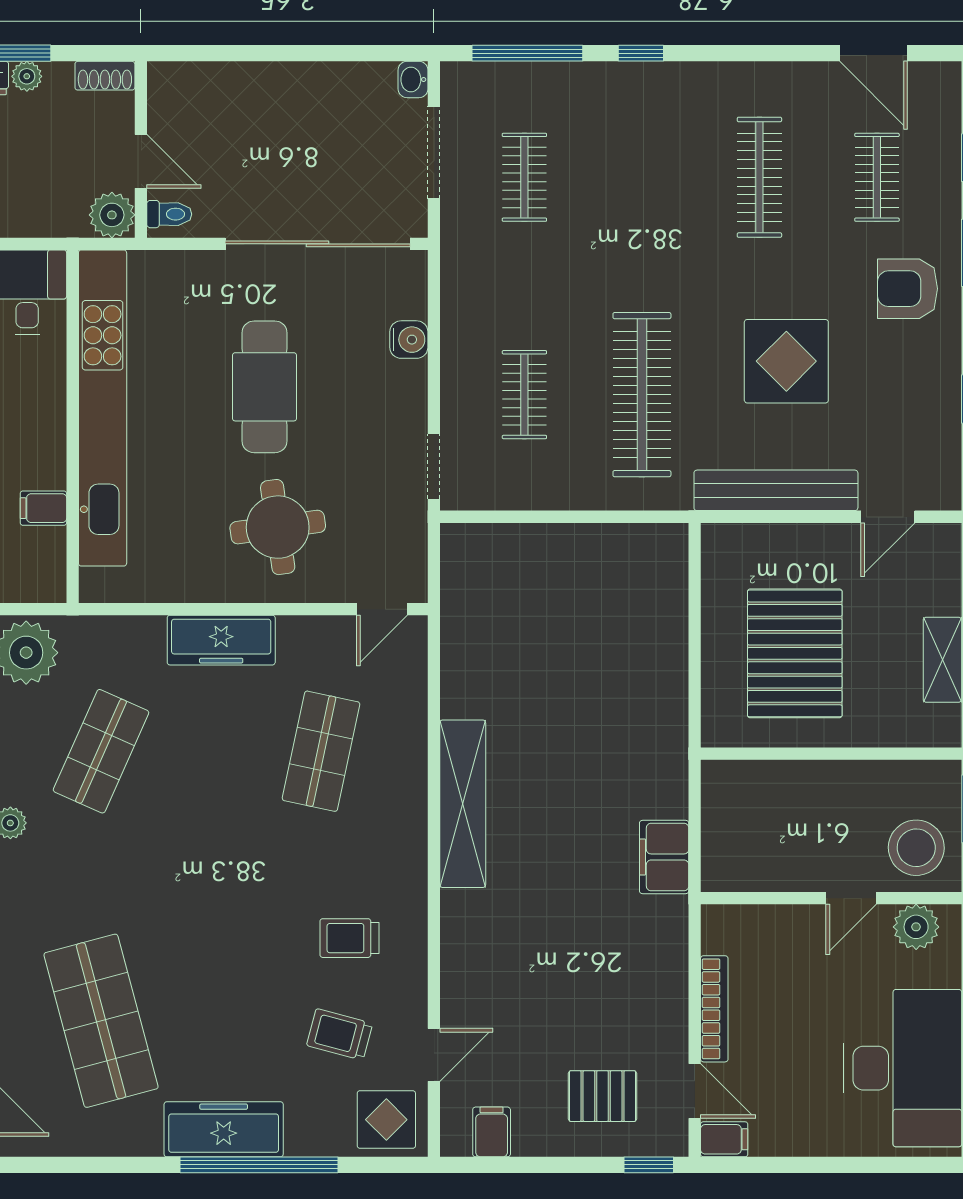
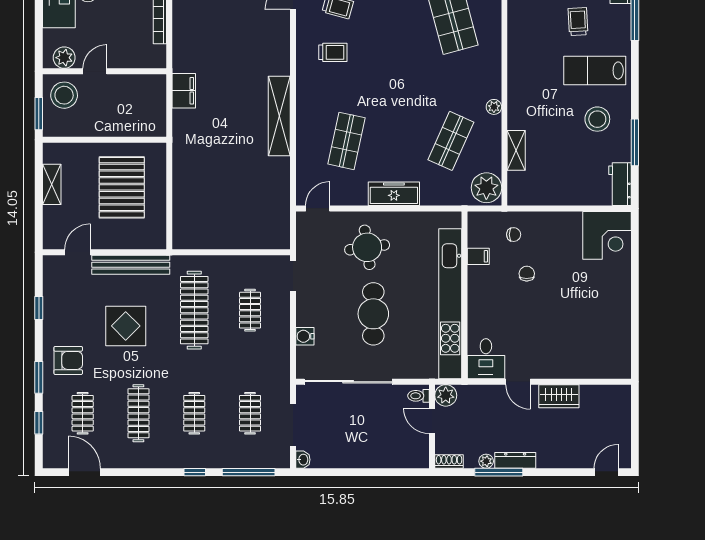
clothes rail: (642, 177) -> (194, 413), added

